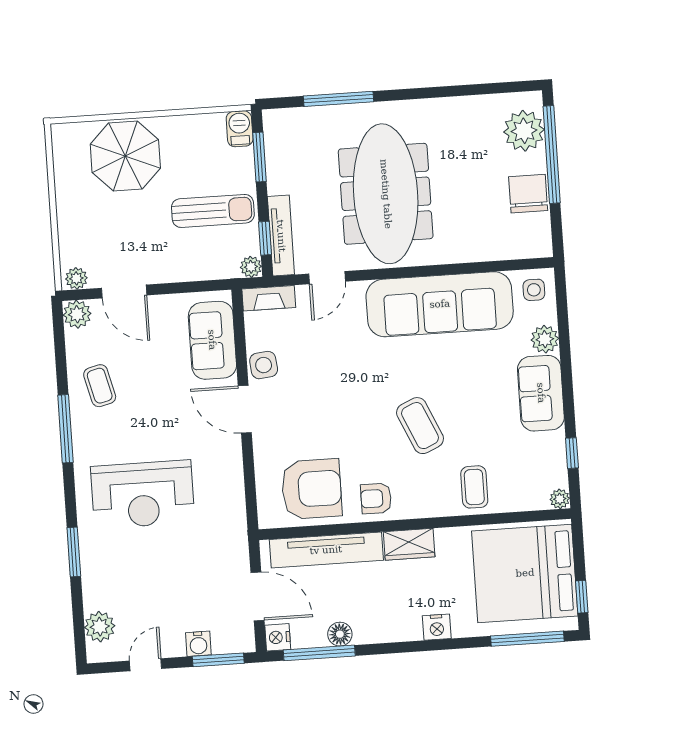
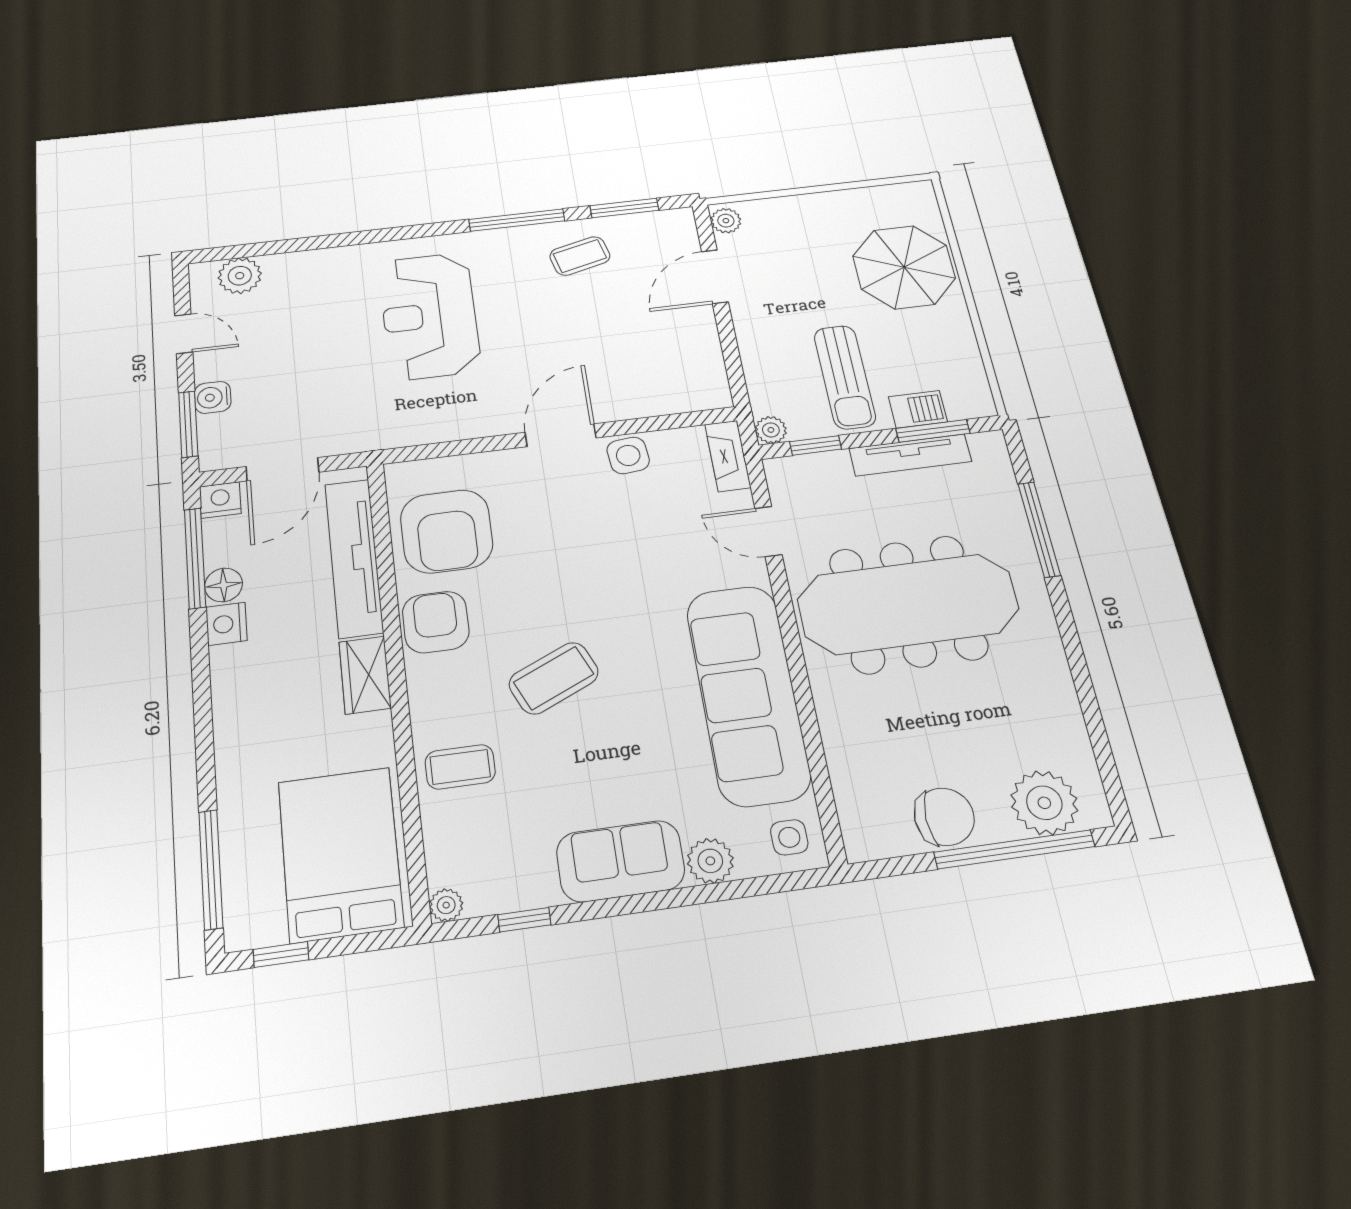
barbecue: (240, 129) -> (918, 409), moved
tv unit: (281, 236) -> (910, 455), moved
plant: (77, 314) -> (677, 224), removed
sofa: (212, 340) -> (658, 388), removed
armchair: (376, 498) -> (436, 622), width x1.38, depth x1.38
window: (74, 552) -> (624, 208), moved
bed: (525, 573) -> (340, 854), width x0.73
nightstand: (437, 627) -> (226, 624), moved

